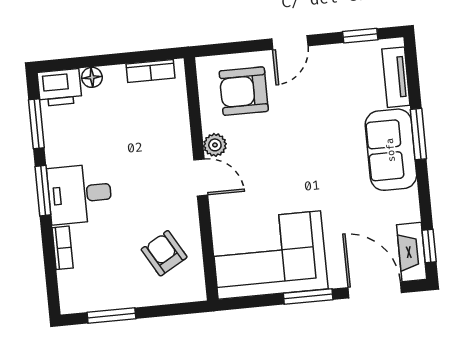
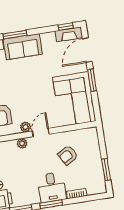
plant: (180, 135) -> (22, 143), added
armchair: (164, 253) -> (68, 155), moved

